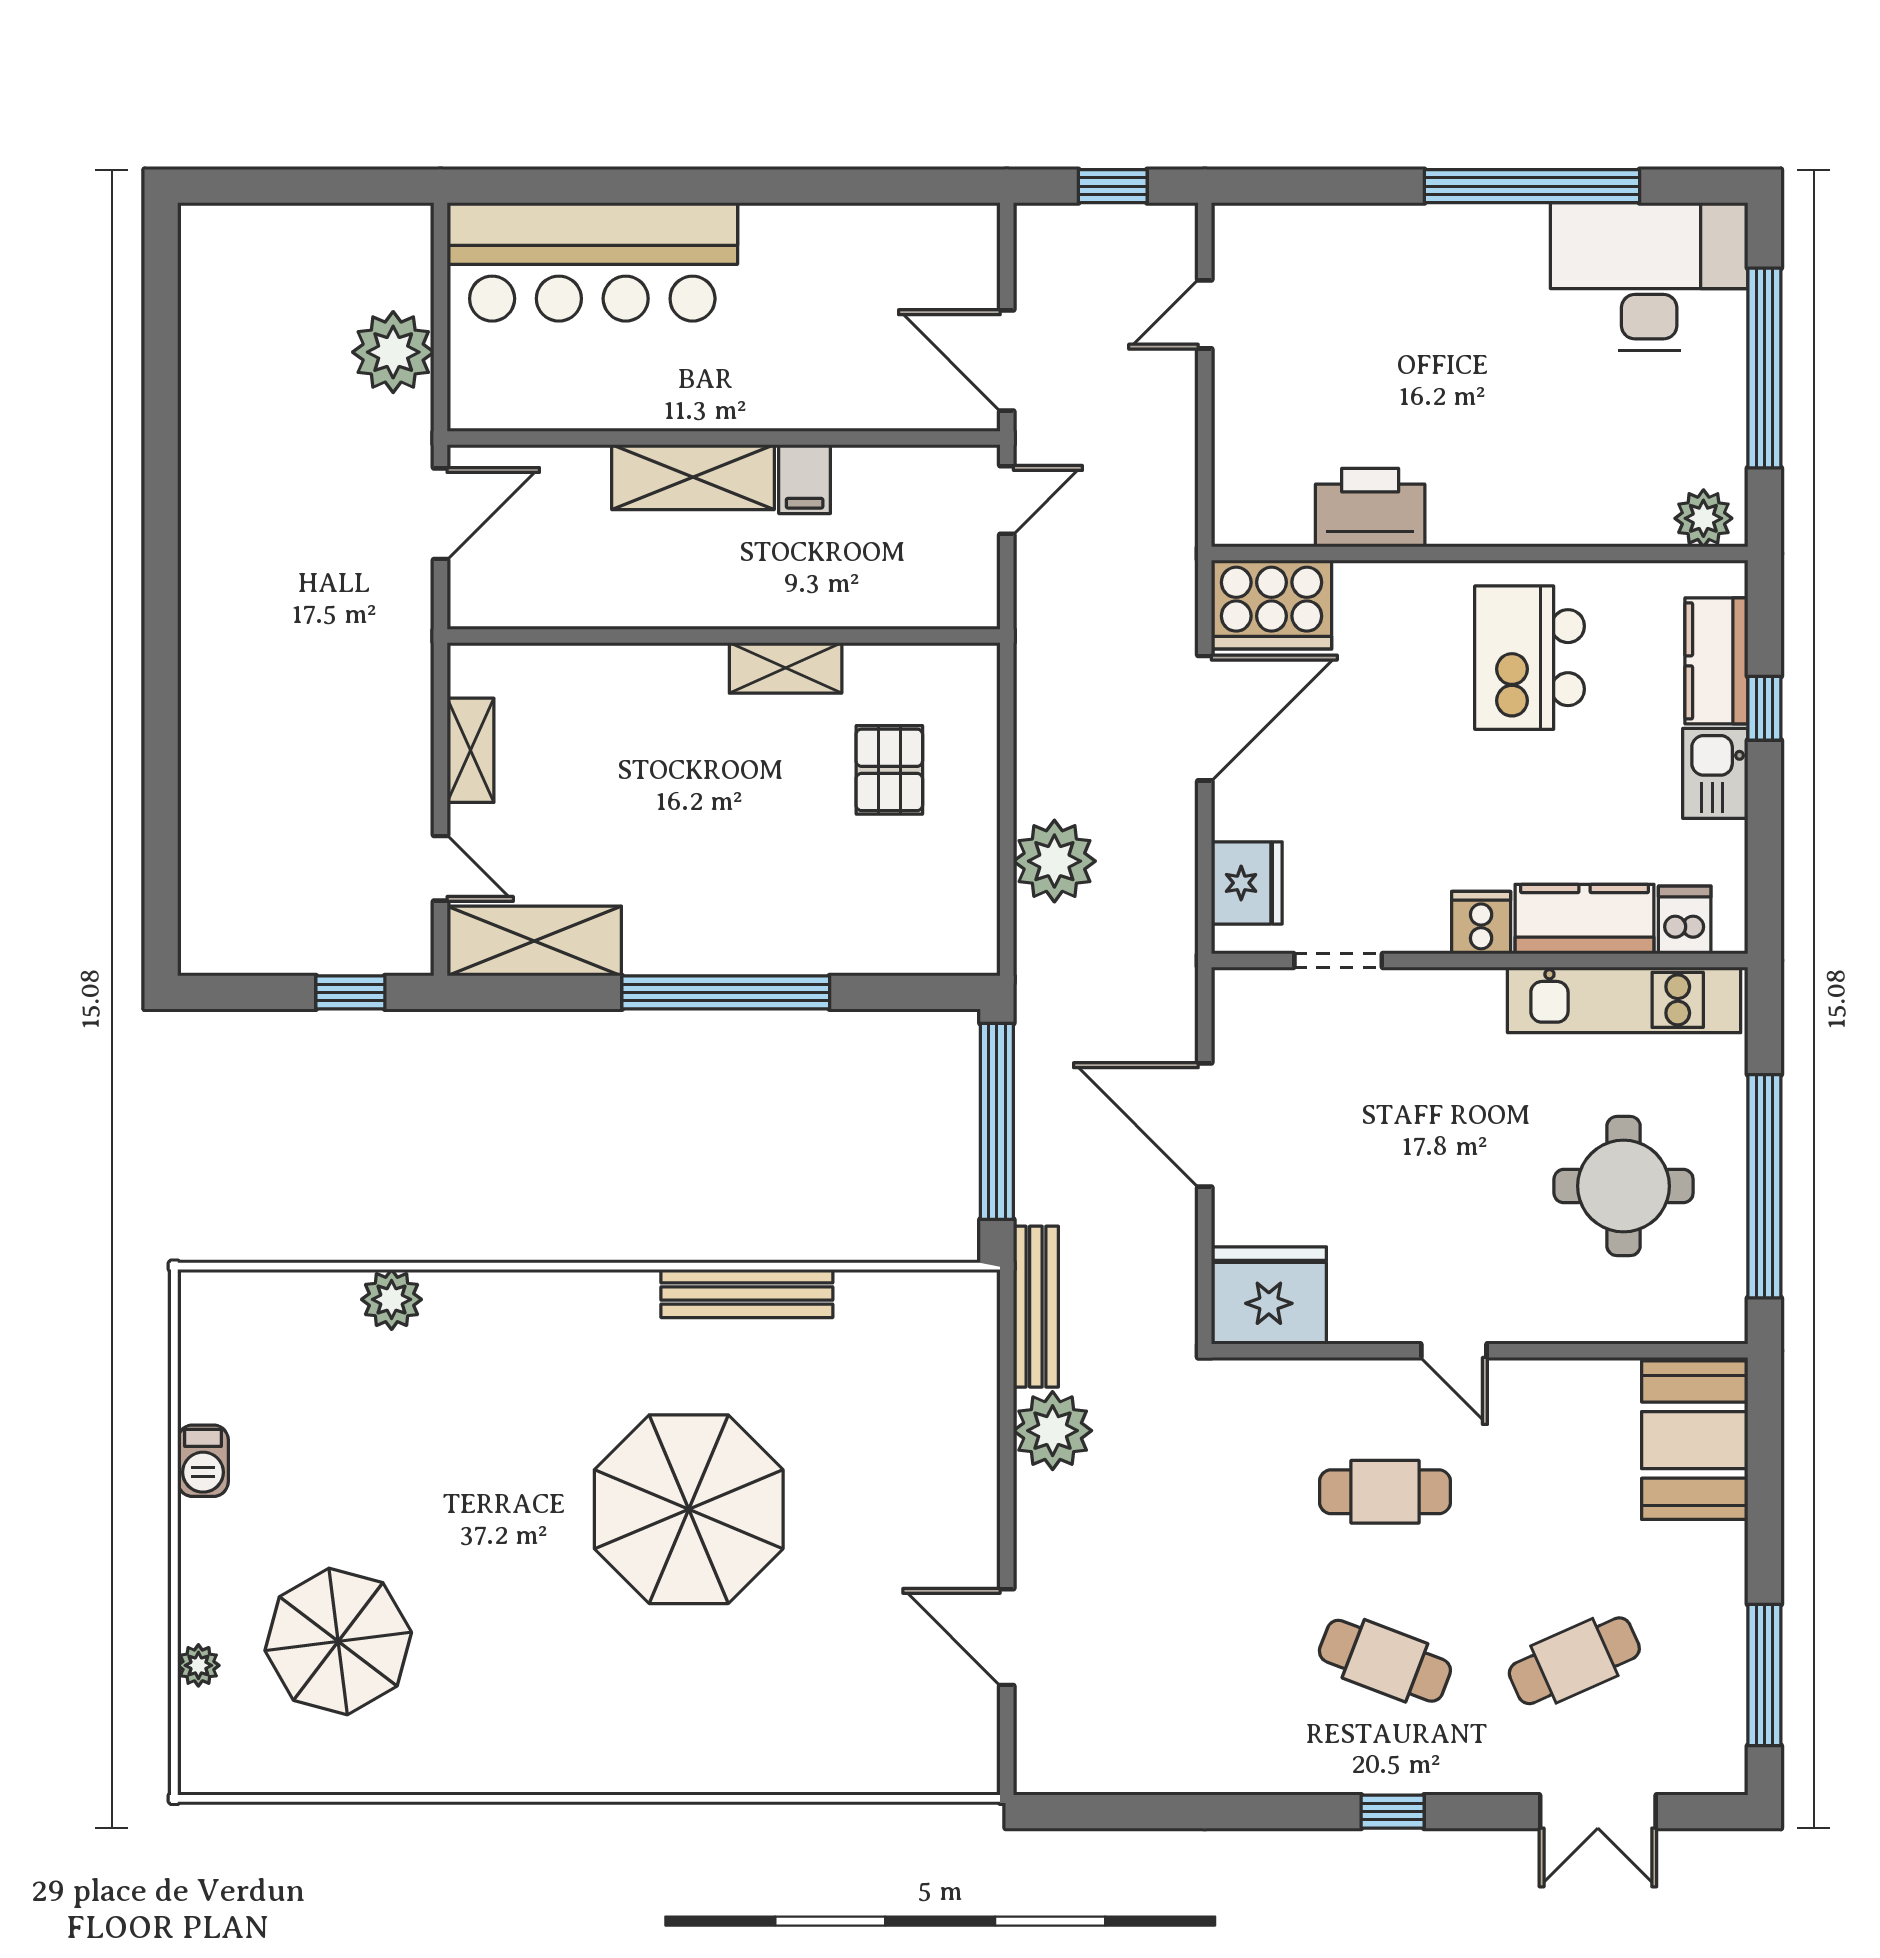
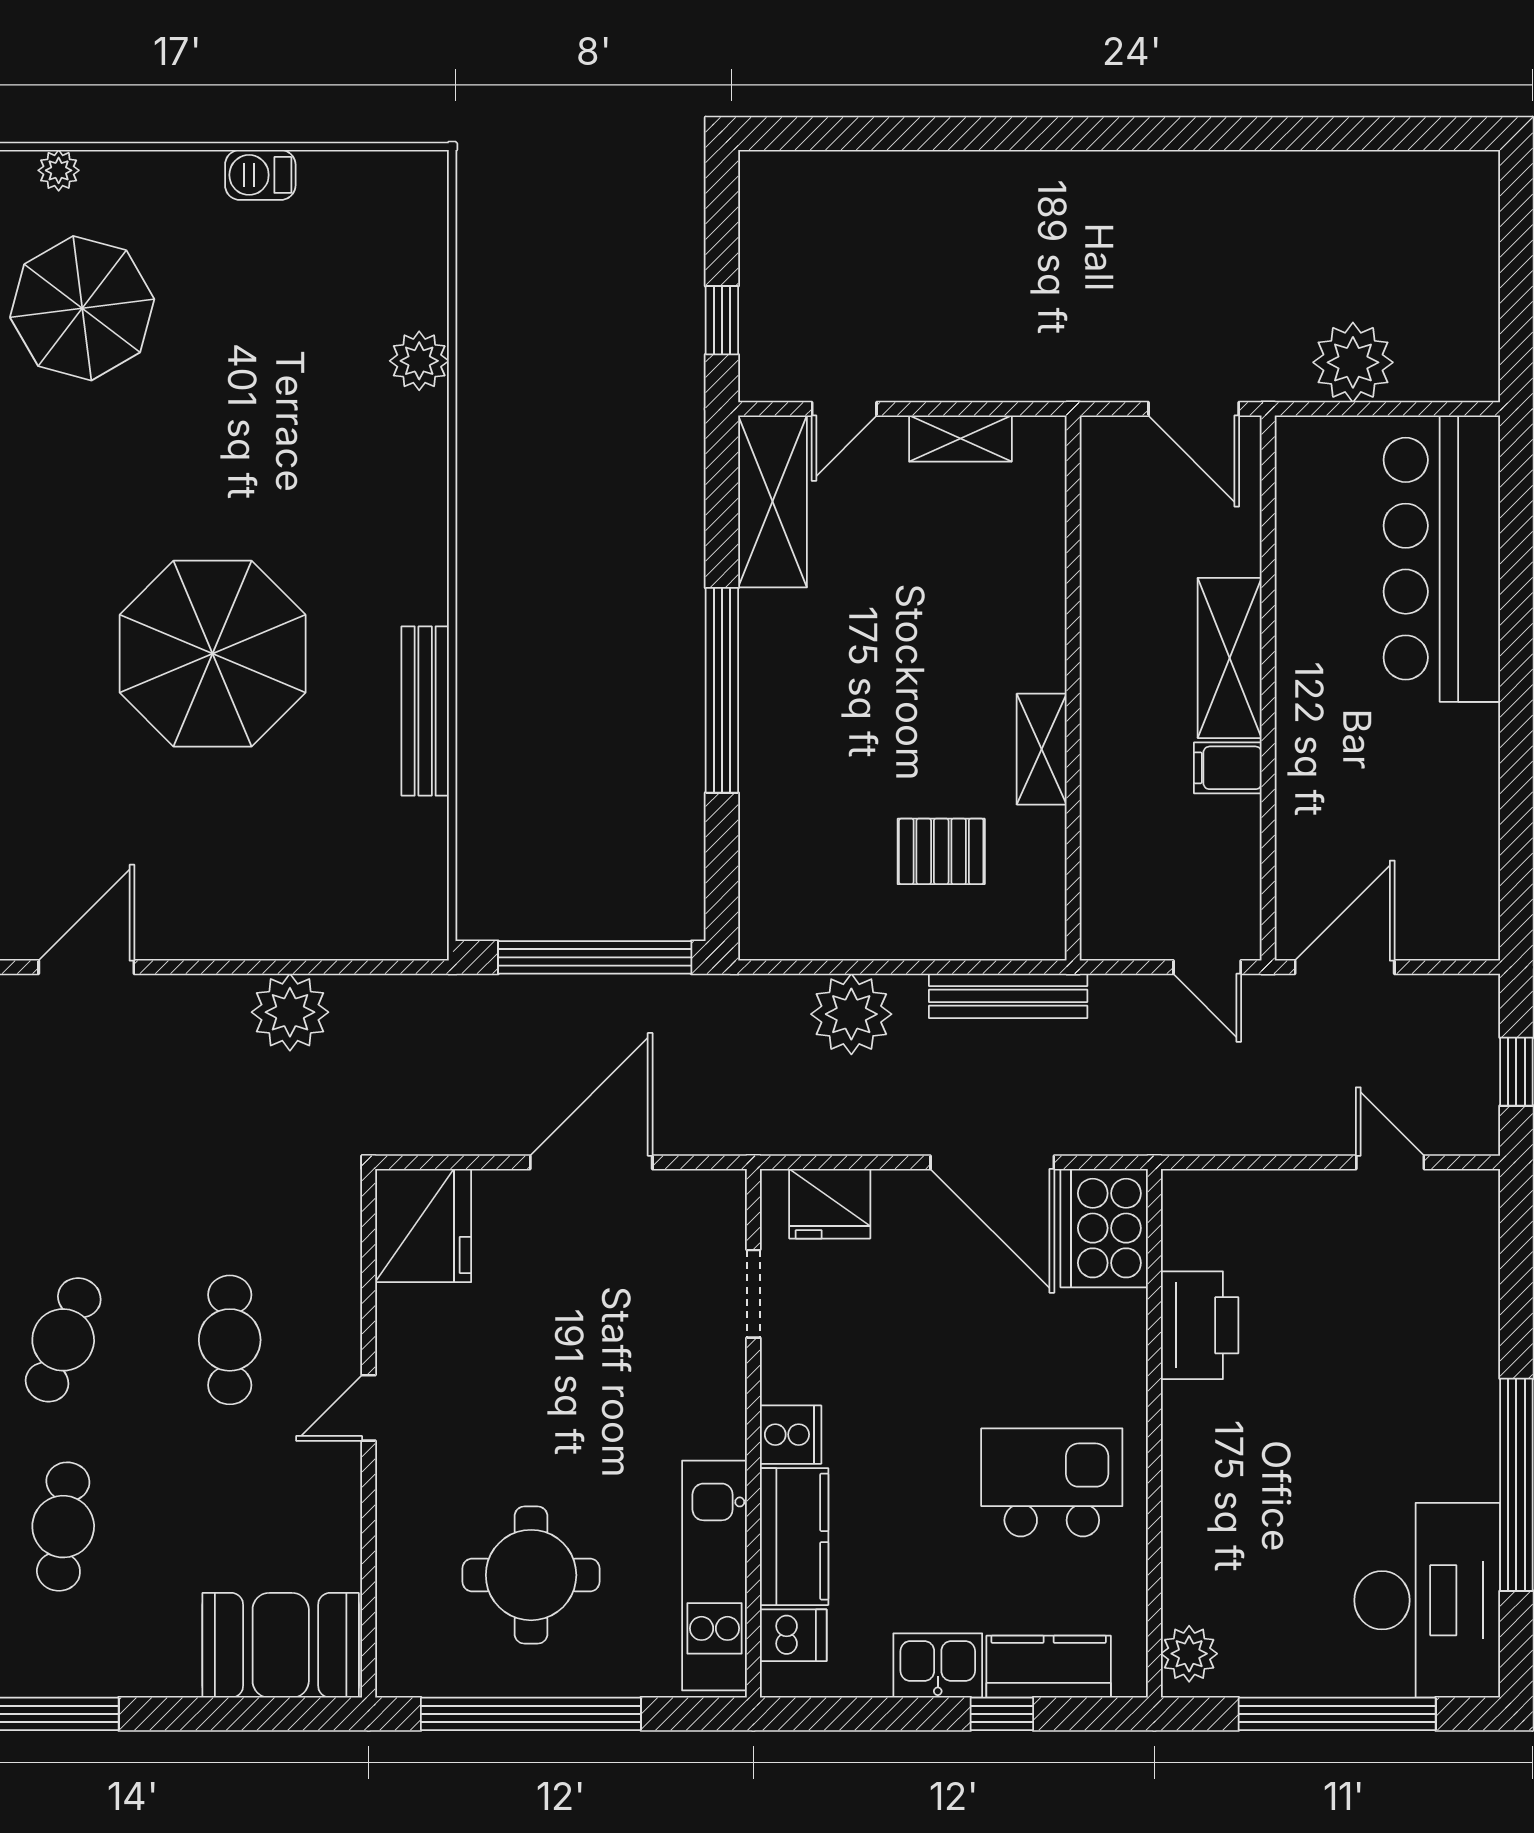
bench: (1036, 1307) -> (1008, 996), moved
cafe table: (1574, 1661) -> (63, 1527), turned 30

